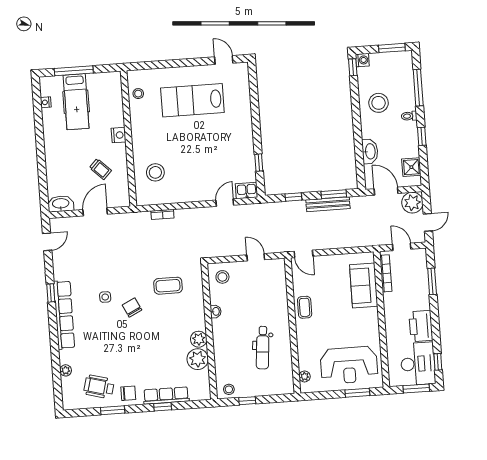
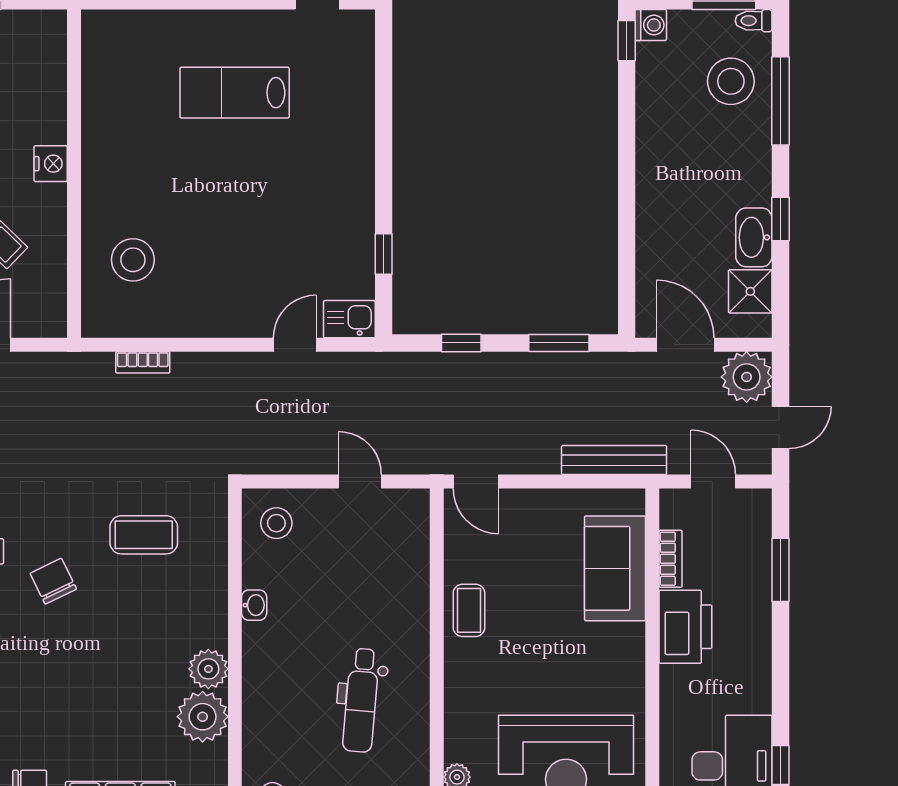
stool: (138, 94) -> (105, 67), removed
lab bench: (192, 100) -> (235, 93), width x0.73, depth x0.72
stool: (379, 103) -> (731, 81), moved
toilet: (409, 116) -> (754, 21), moved
washbasin: (370, 151) -> (754, 237), moved, turned 180
bench: (328, 204) -> (614, 460), moved
bookcase: (386, 273) -> (671, 559), width x0.64
printer: (421, 326) -> (685, 627), moved, turned 180

